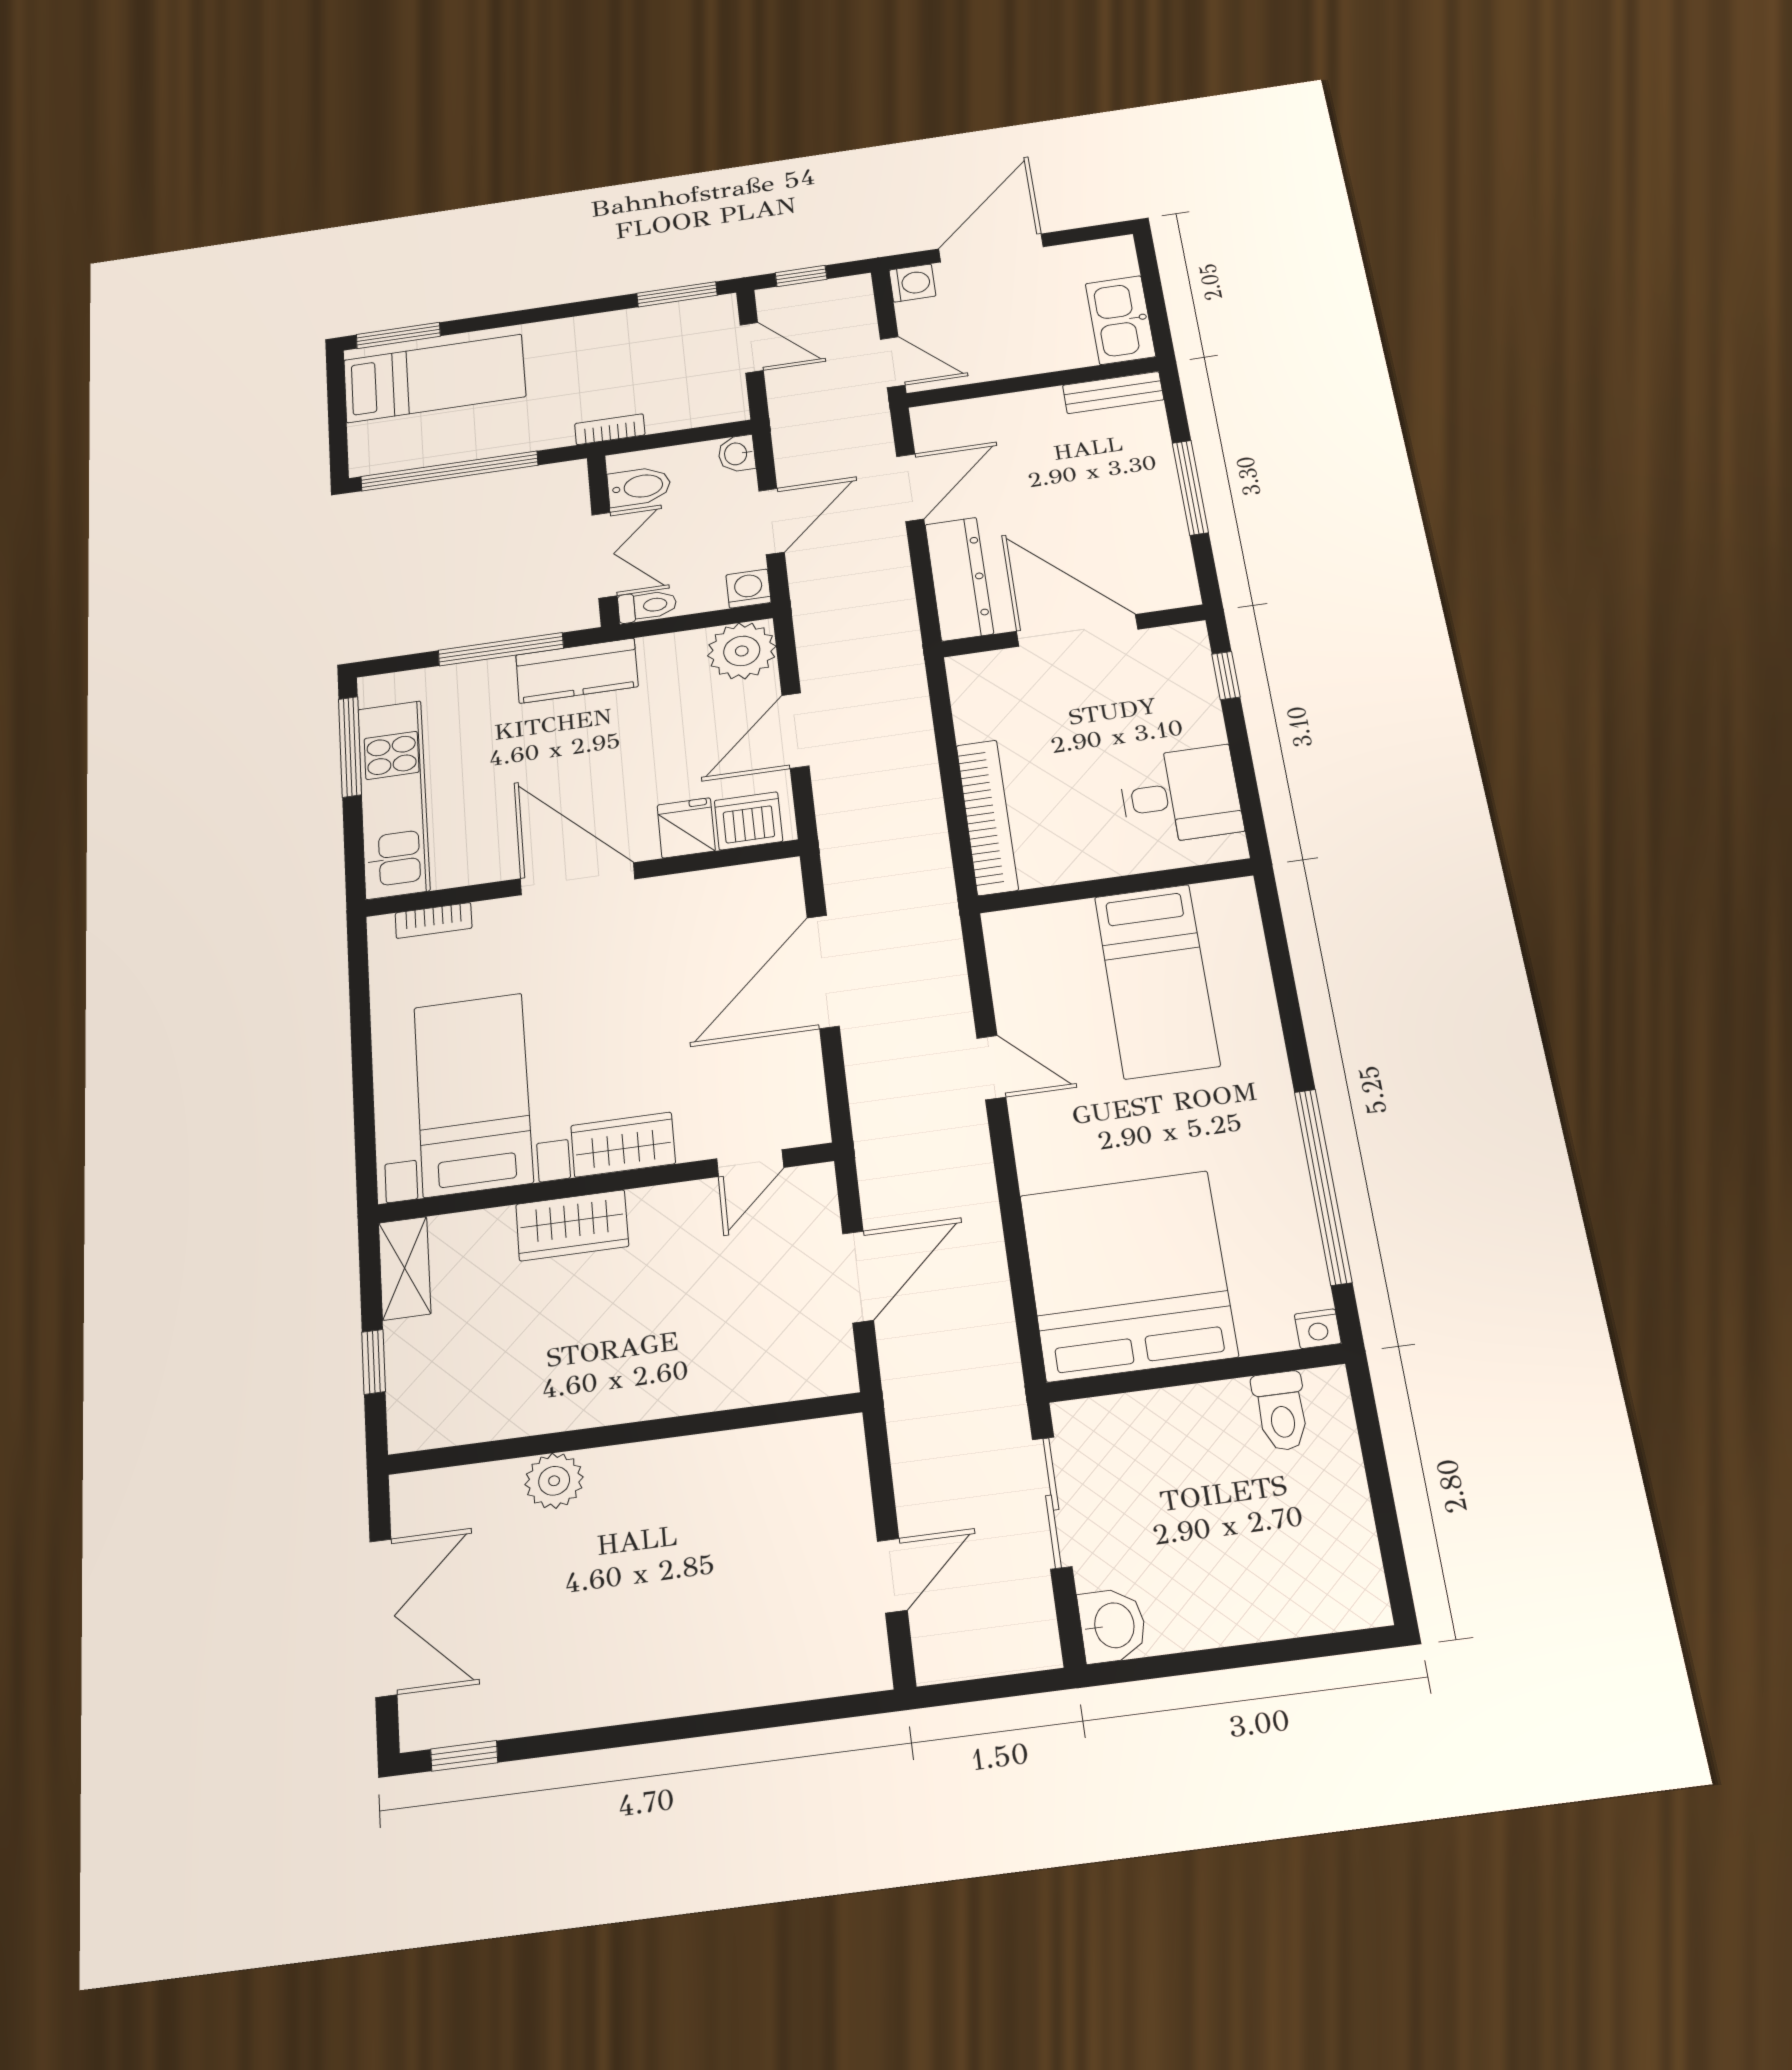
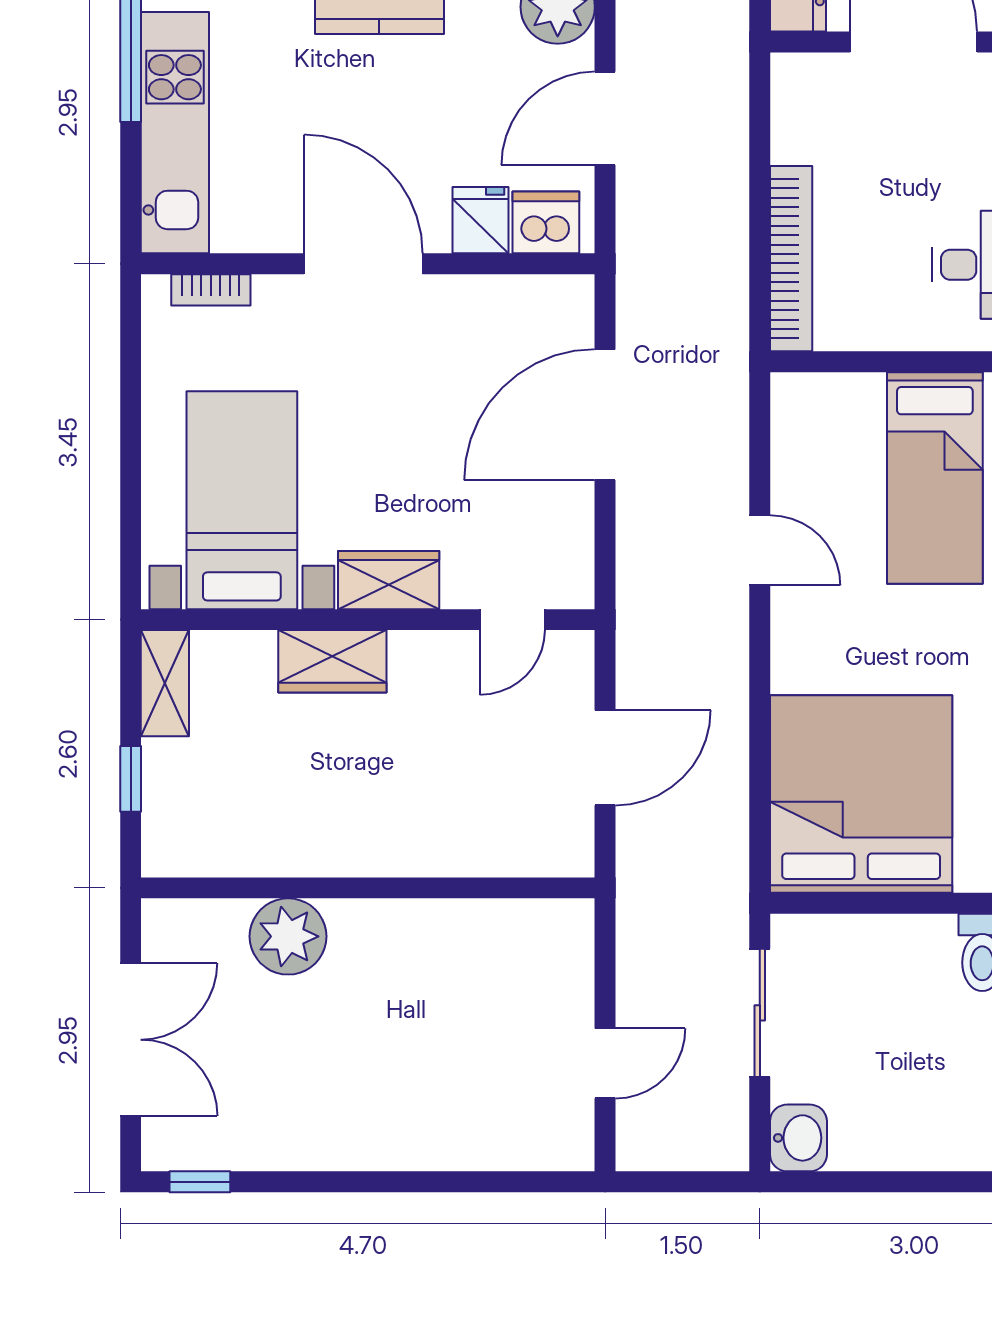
plant: (554, 1481) -> (288, 936), width x1.36, depth x1.36

